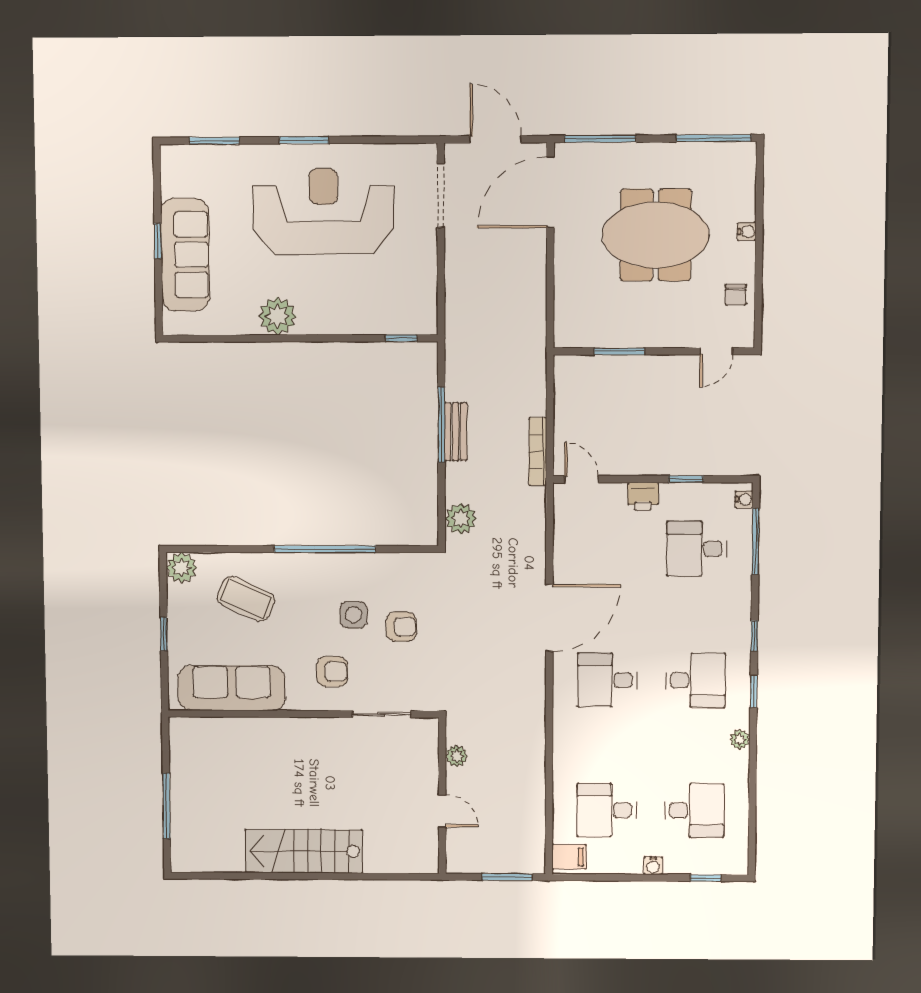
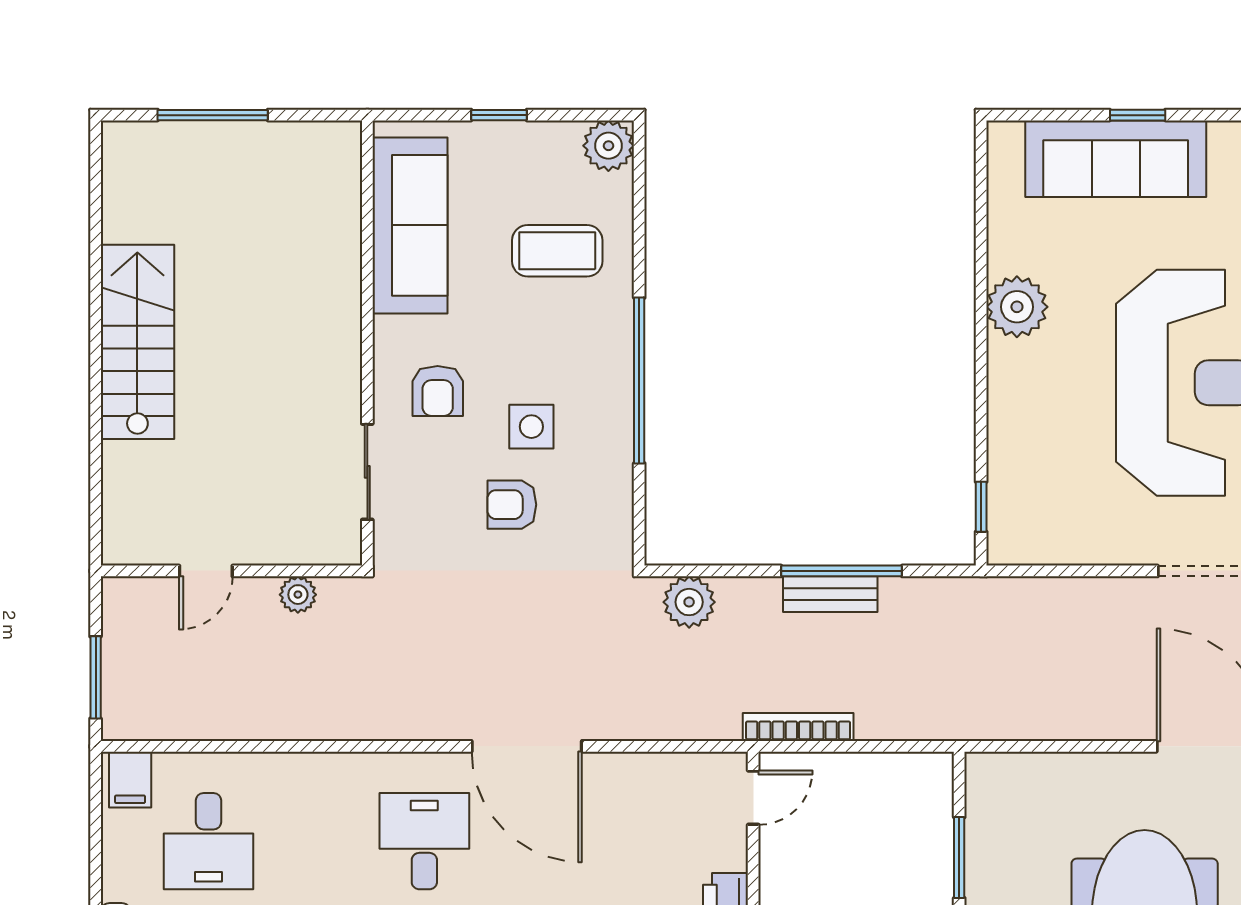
coffee table: (246, 599) -> (557, 251), turned 66
armchair: (401, 627) -> (512, 505), turned 90
desk: (607, 810) -> (209, 841), turned 180

